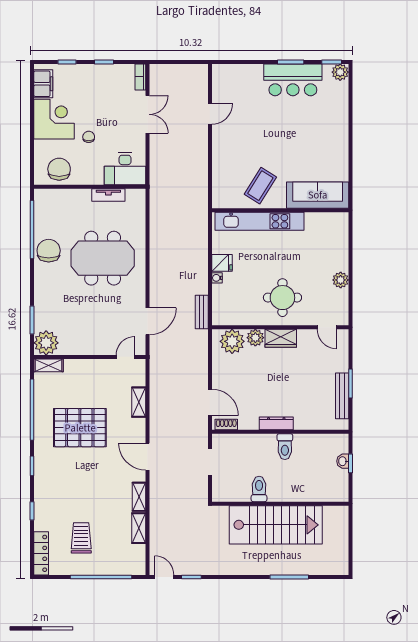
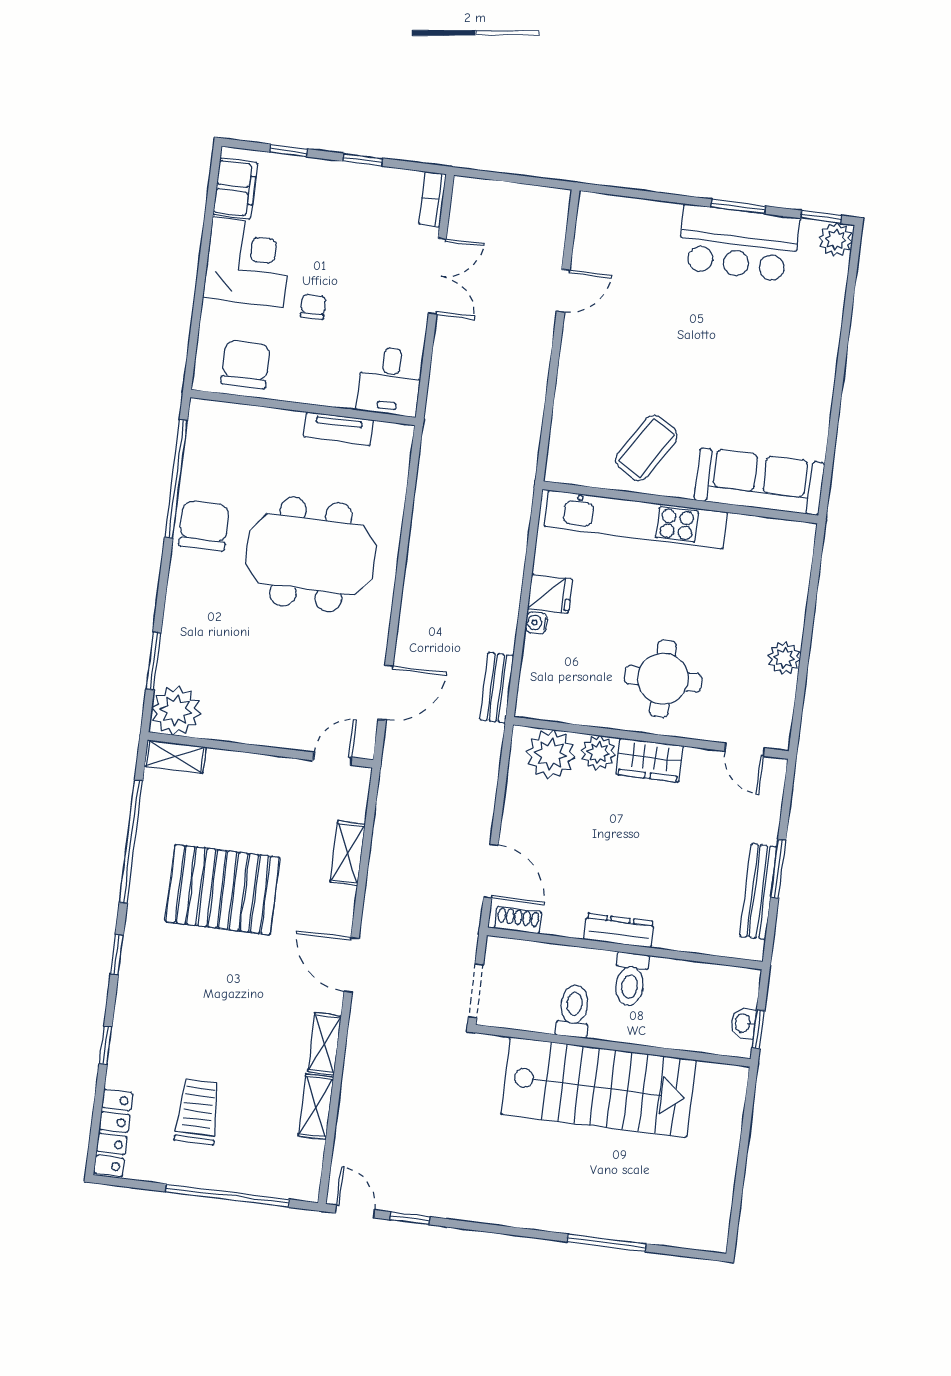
desk: (125, 169) -> (390, 381), width x0.73
toilet: (259, 489) -> (574, 1011), moved
wall: (280, 504) -> (613, 1046), moved
stairs: (276, 525) -> (598, 1087), moved

